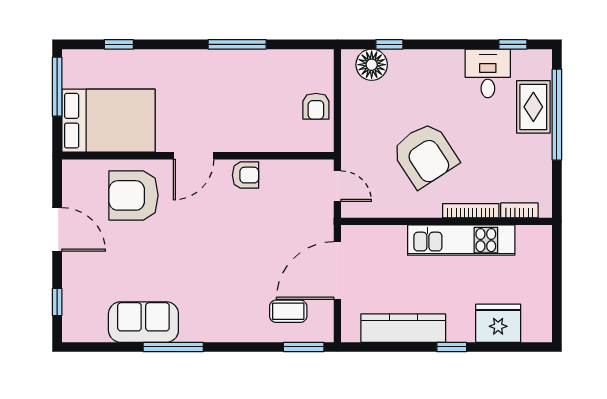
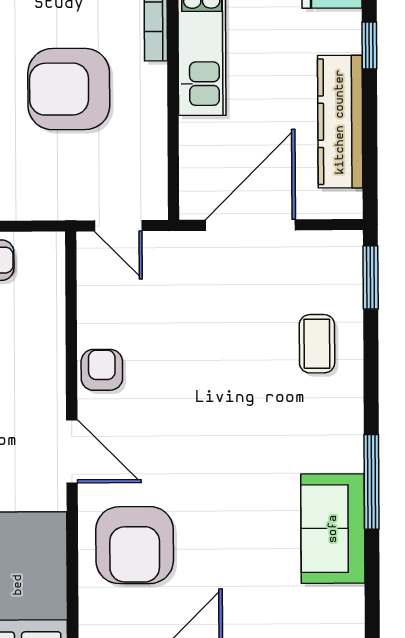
armchair: (425, 155) -> (69, 89), turned -147
door: (337, 186) -> (118, 226), swing flipped
door: (337, 270) -> (250, 225), swing flipped
coffee table: (288, 311) -> (317, 344), moved

